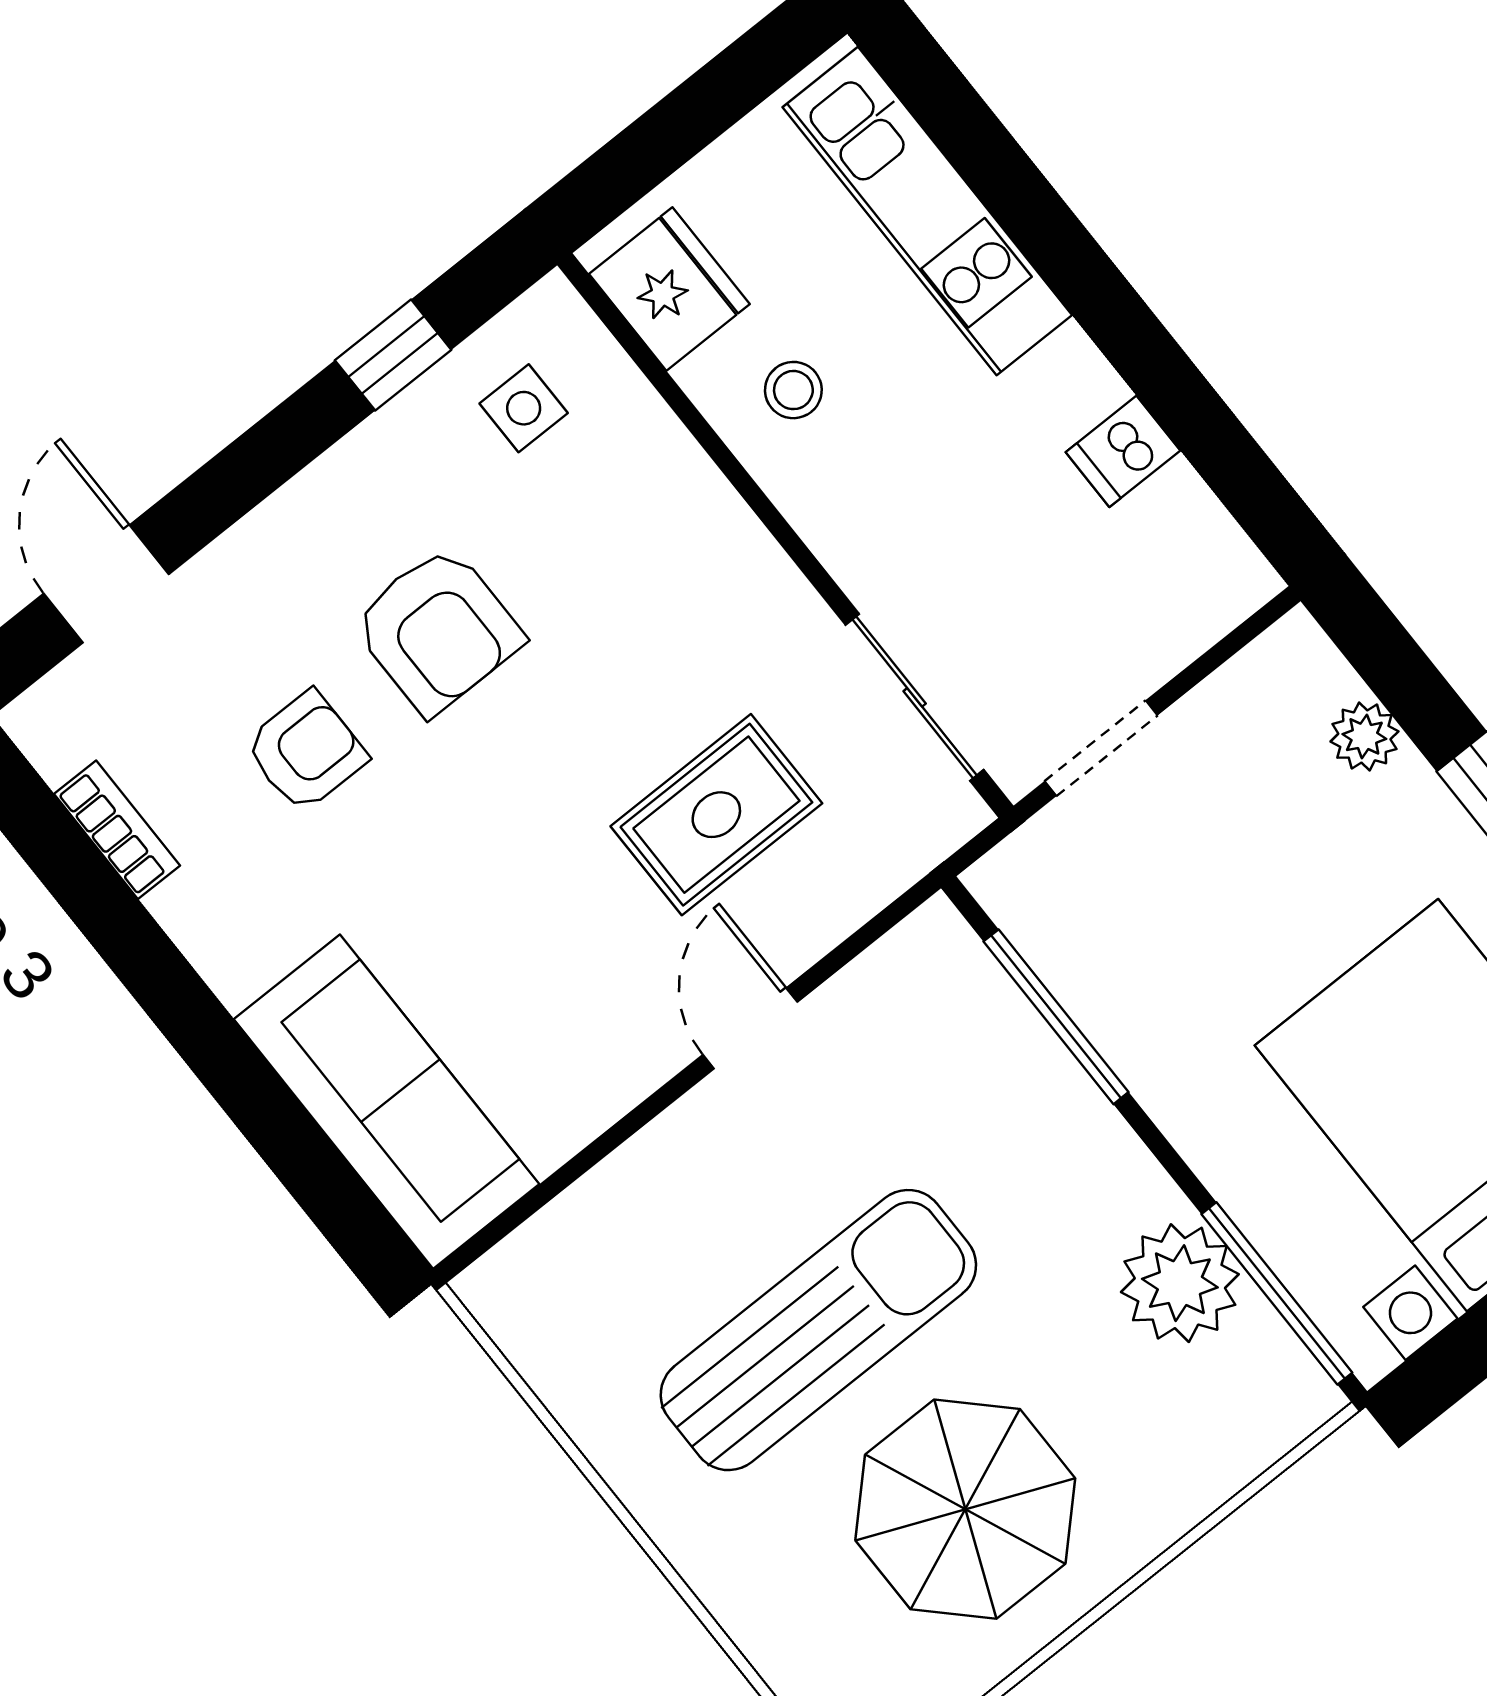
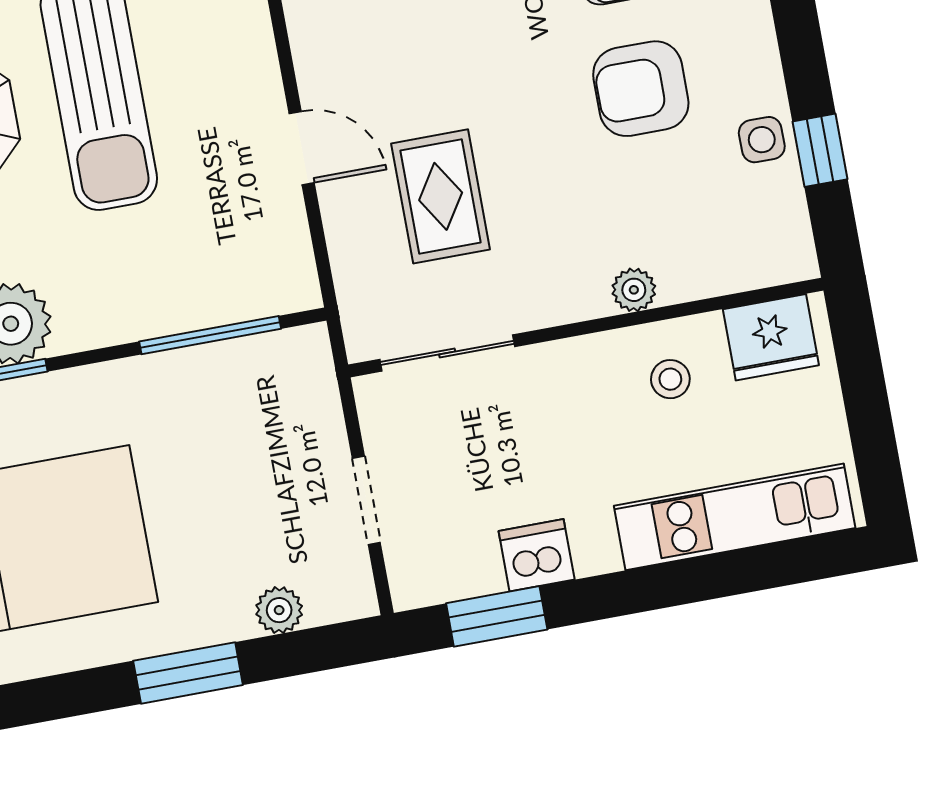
side table: (524, 408) -> (762, 140), moved
window: (1221, 450) -> (497, 616), added
dishwasher: (1123, 451) -> (537, 555), width x1.38
plant: (703, 499) -> (634, 290), added
doorway: (1101, 748) -> (366, 500), moved

